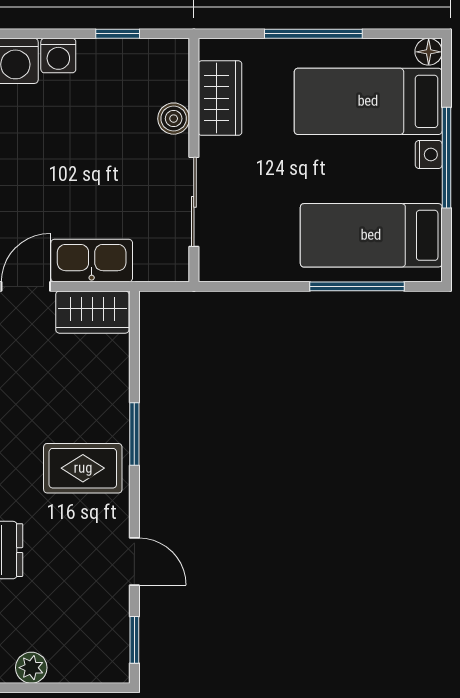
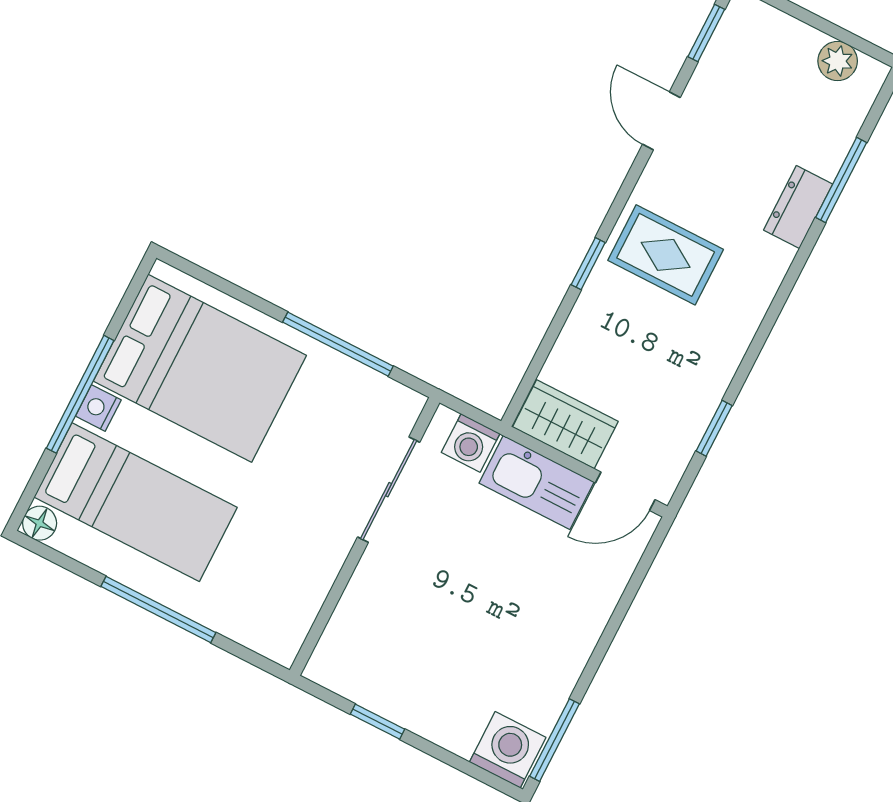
washing machine: (58, 56) -> (471, 443), moved, turned 180
wardrobe: (220, 98) -> (300, 591), removed
boiler: (174, 119) -> (363, 595), removed
bed: (371, 235) -> (200, 368), width x1.50
window: (357, 286) -> (338, 344), moved
window: (134, 434) -> (588, 264), width x0.67

